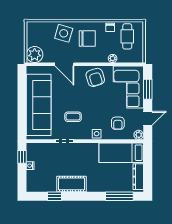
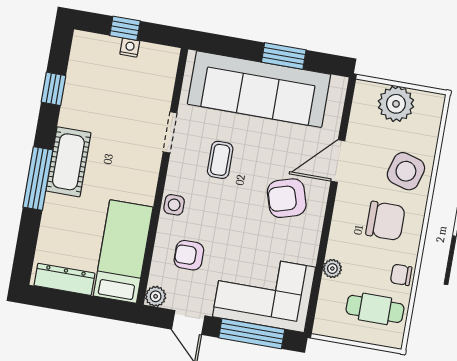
chair: (87, 39) -> (385, 221), turned -90
plant: (35, 55) -> (396, 104), moved
armchair: (95, 77) -> (287, 198), moved
window: (148, 89) -> (252, 334), width x1.44
window: (22, 97) -> (284, 56), added
window: (22, 157) -> (125, 28), moved
cot: (72, 184) -> (68, 162), moved
window: (119, 196) -> (38, 179), moved

